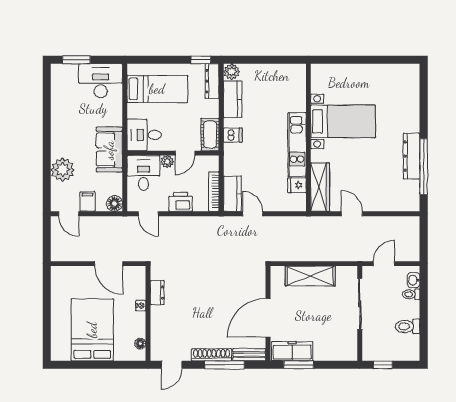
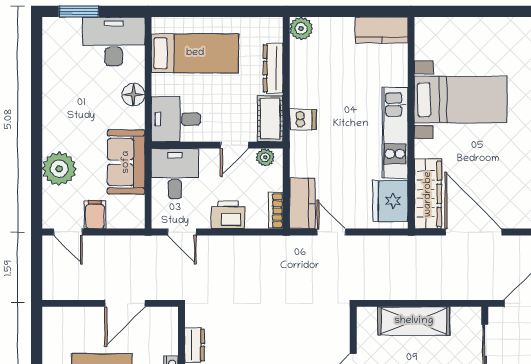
window: (201, 60) -> (257, 11), removed
dresser: (212, 81) -> (273, 68), moved
kitchen counter: (233, 99) -> (382, 30), moved, turned 90
sofa: (109, 150) -> (126, 162), moved
plant: (167, 162) -> (265, 157), moved
fridge: (297, 185) -> (390, 201), width x1.88, depth x1.34
bookcase: (214, 192) -> (276, 211), width x0.64
floor lamp: (114, 204) -> (133, 95), moved
door: (352, 214) -> (473, 232), width x1.87
door: (109, 264) -> (125, 303), hinge flipped

